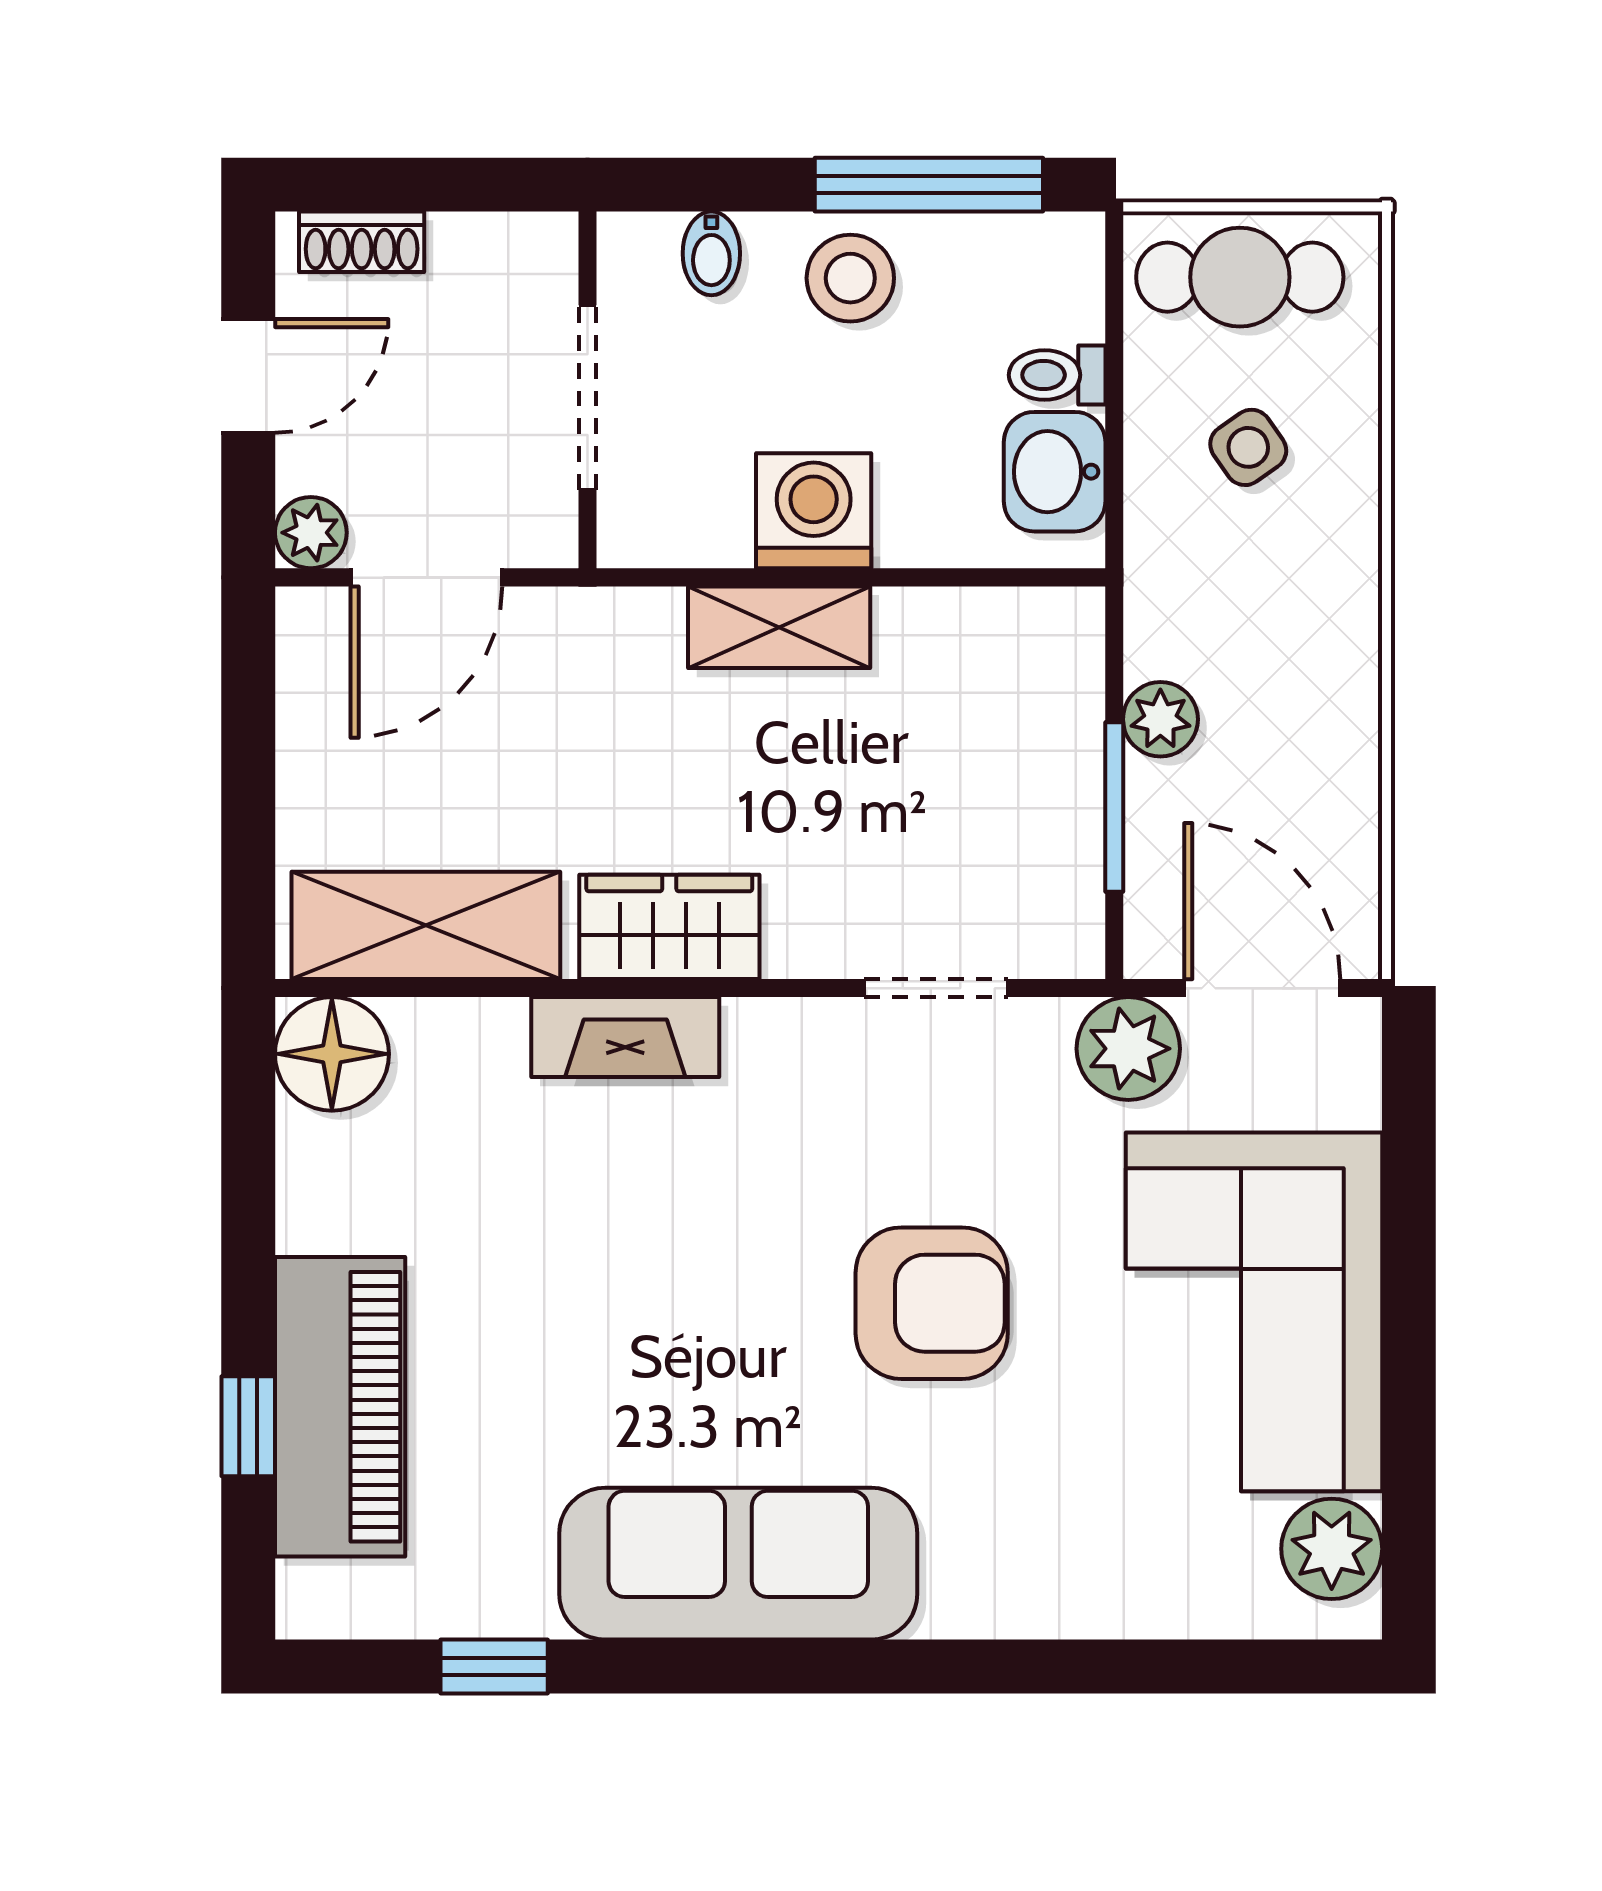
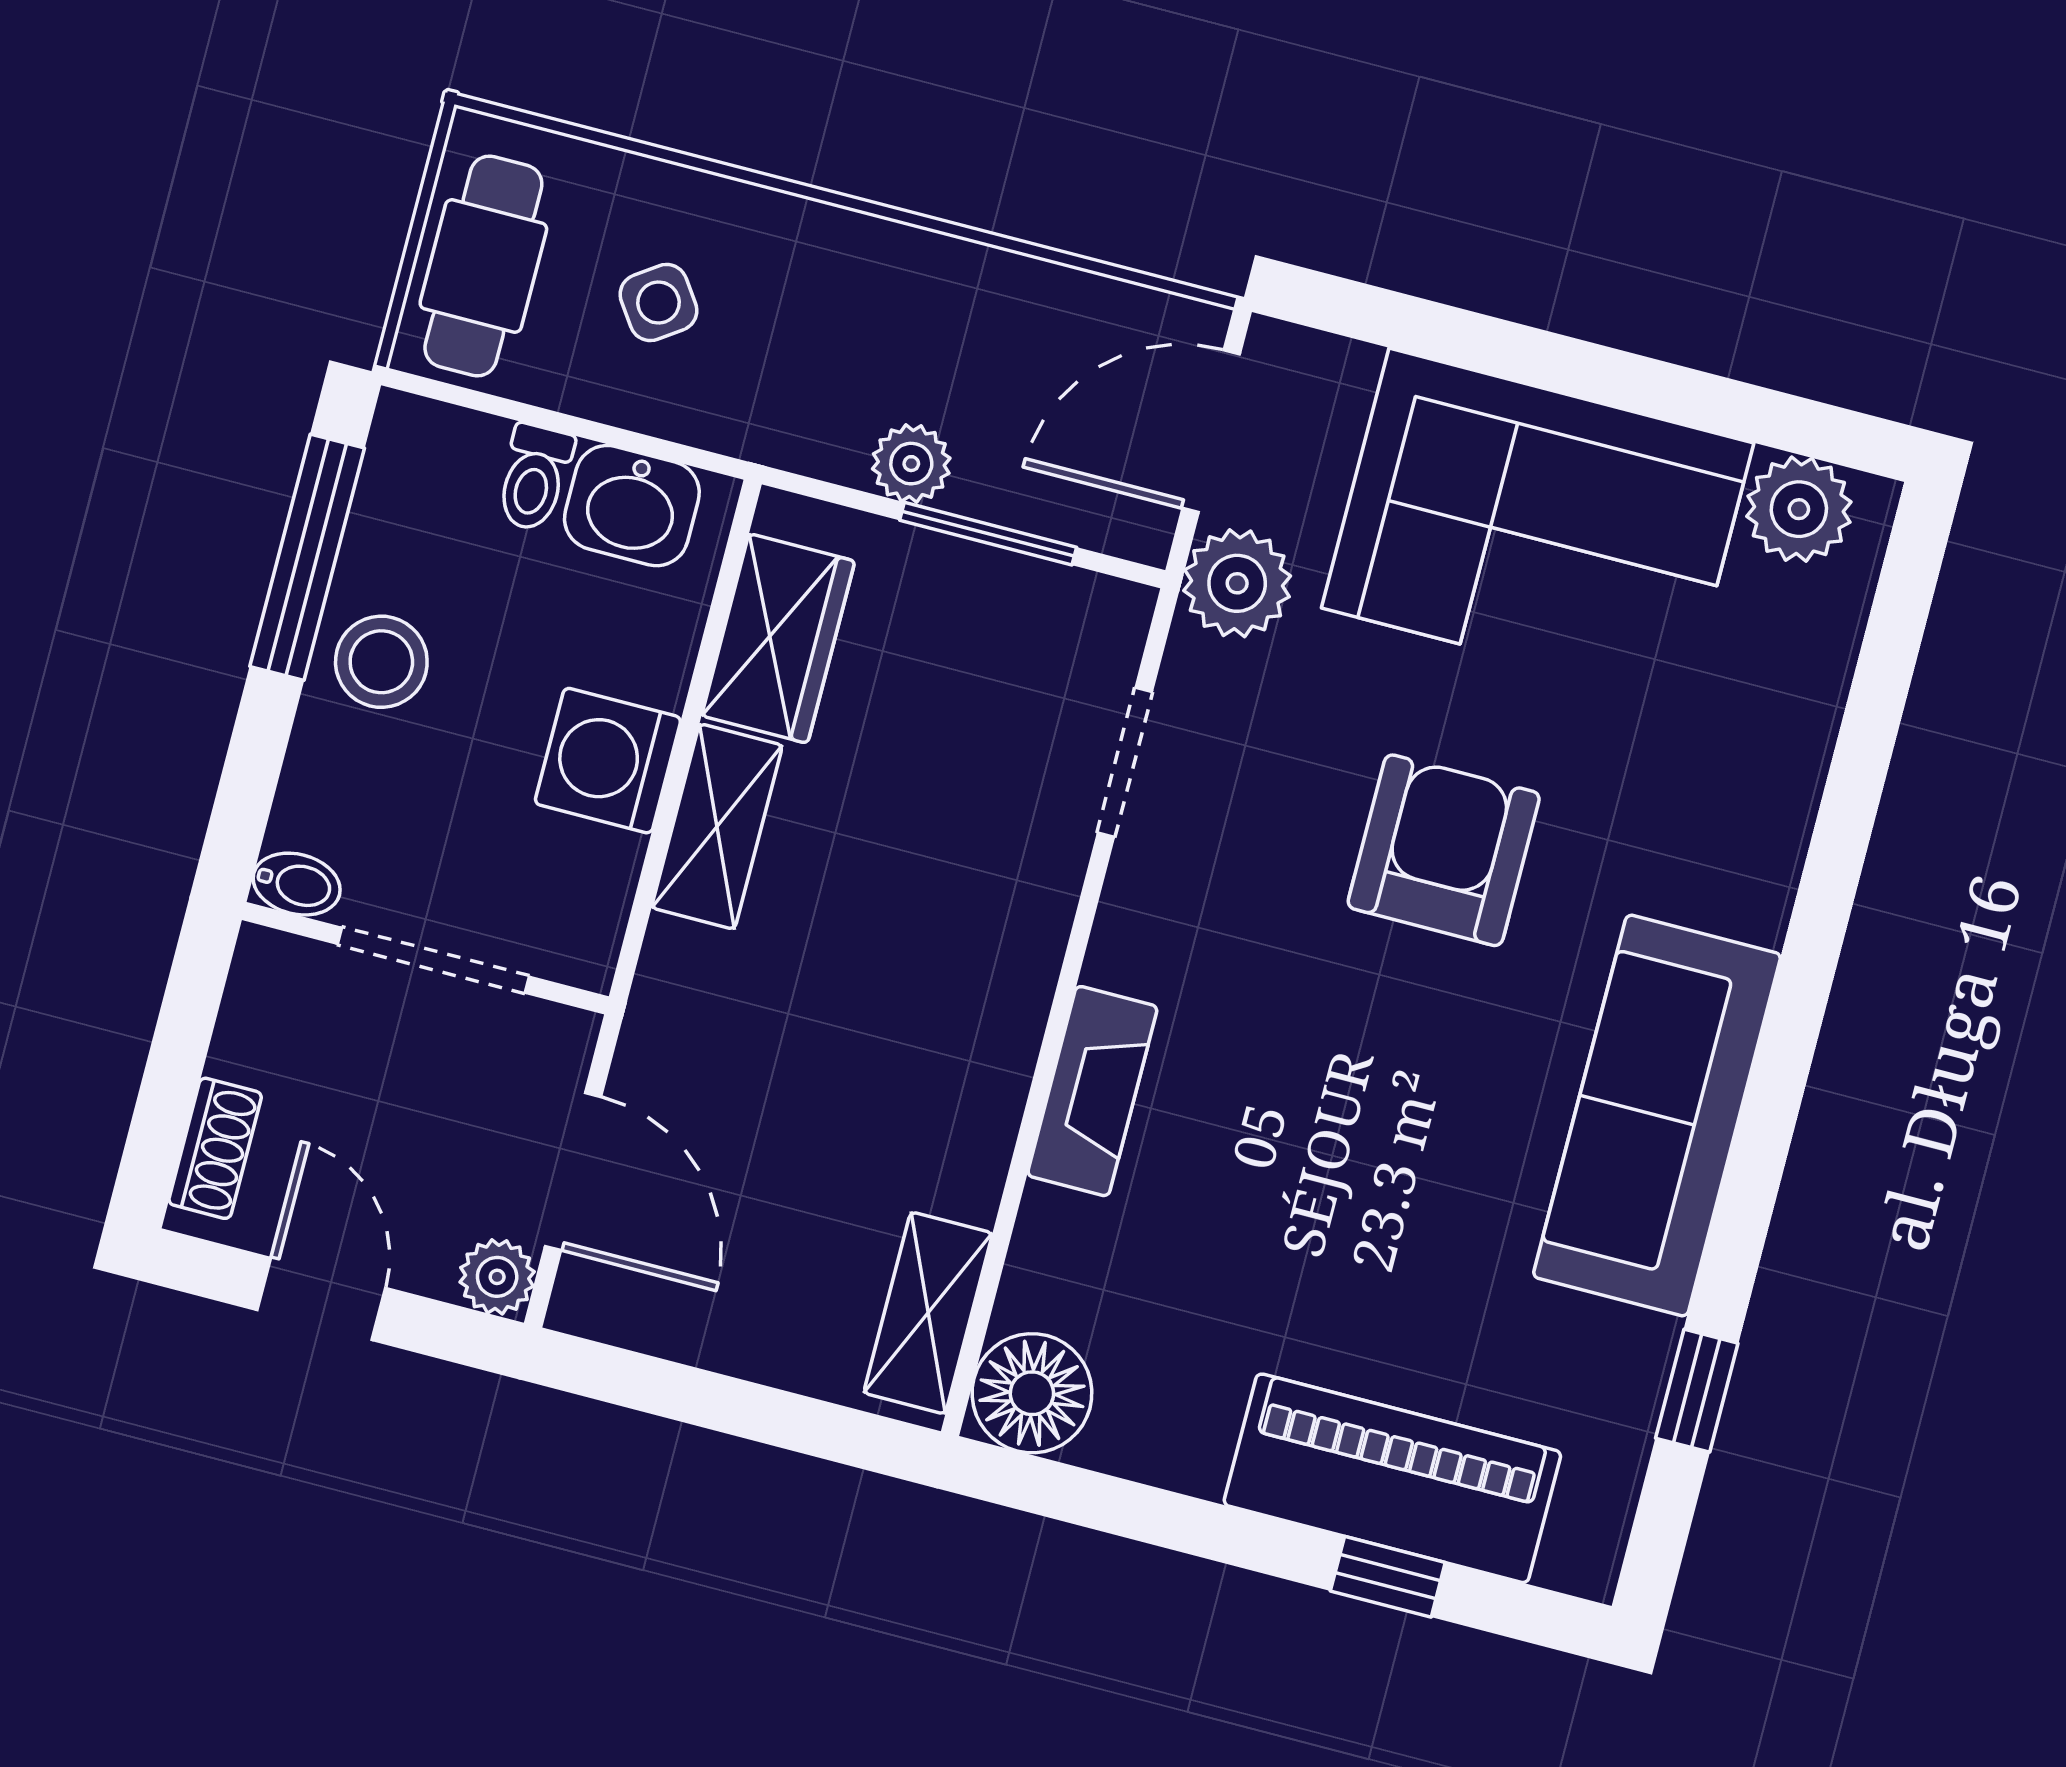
bidet: (711, 253) -> (297, 884), moved
shelving: (426, 925) -> (928, 1313), width x0.67, depth x0.75
wardrobe: (669, 927) -> (778, 638), moved, turned 180

